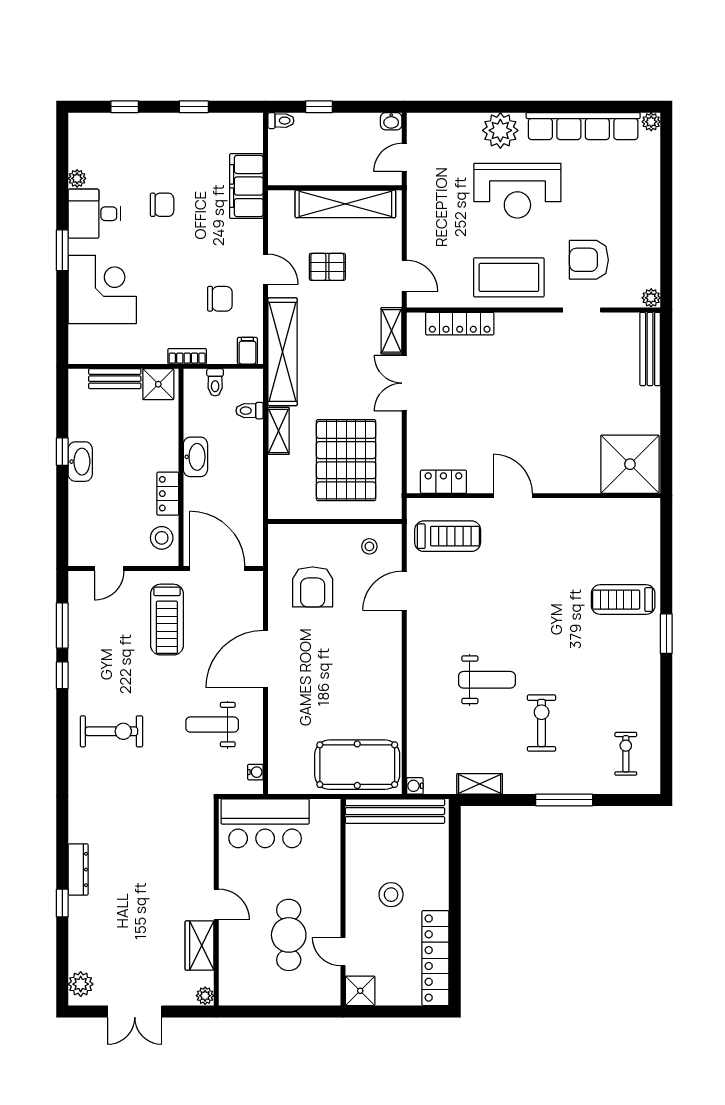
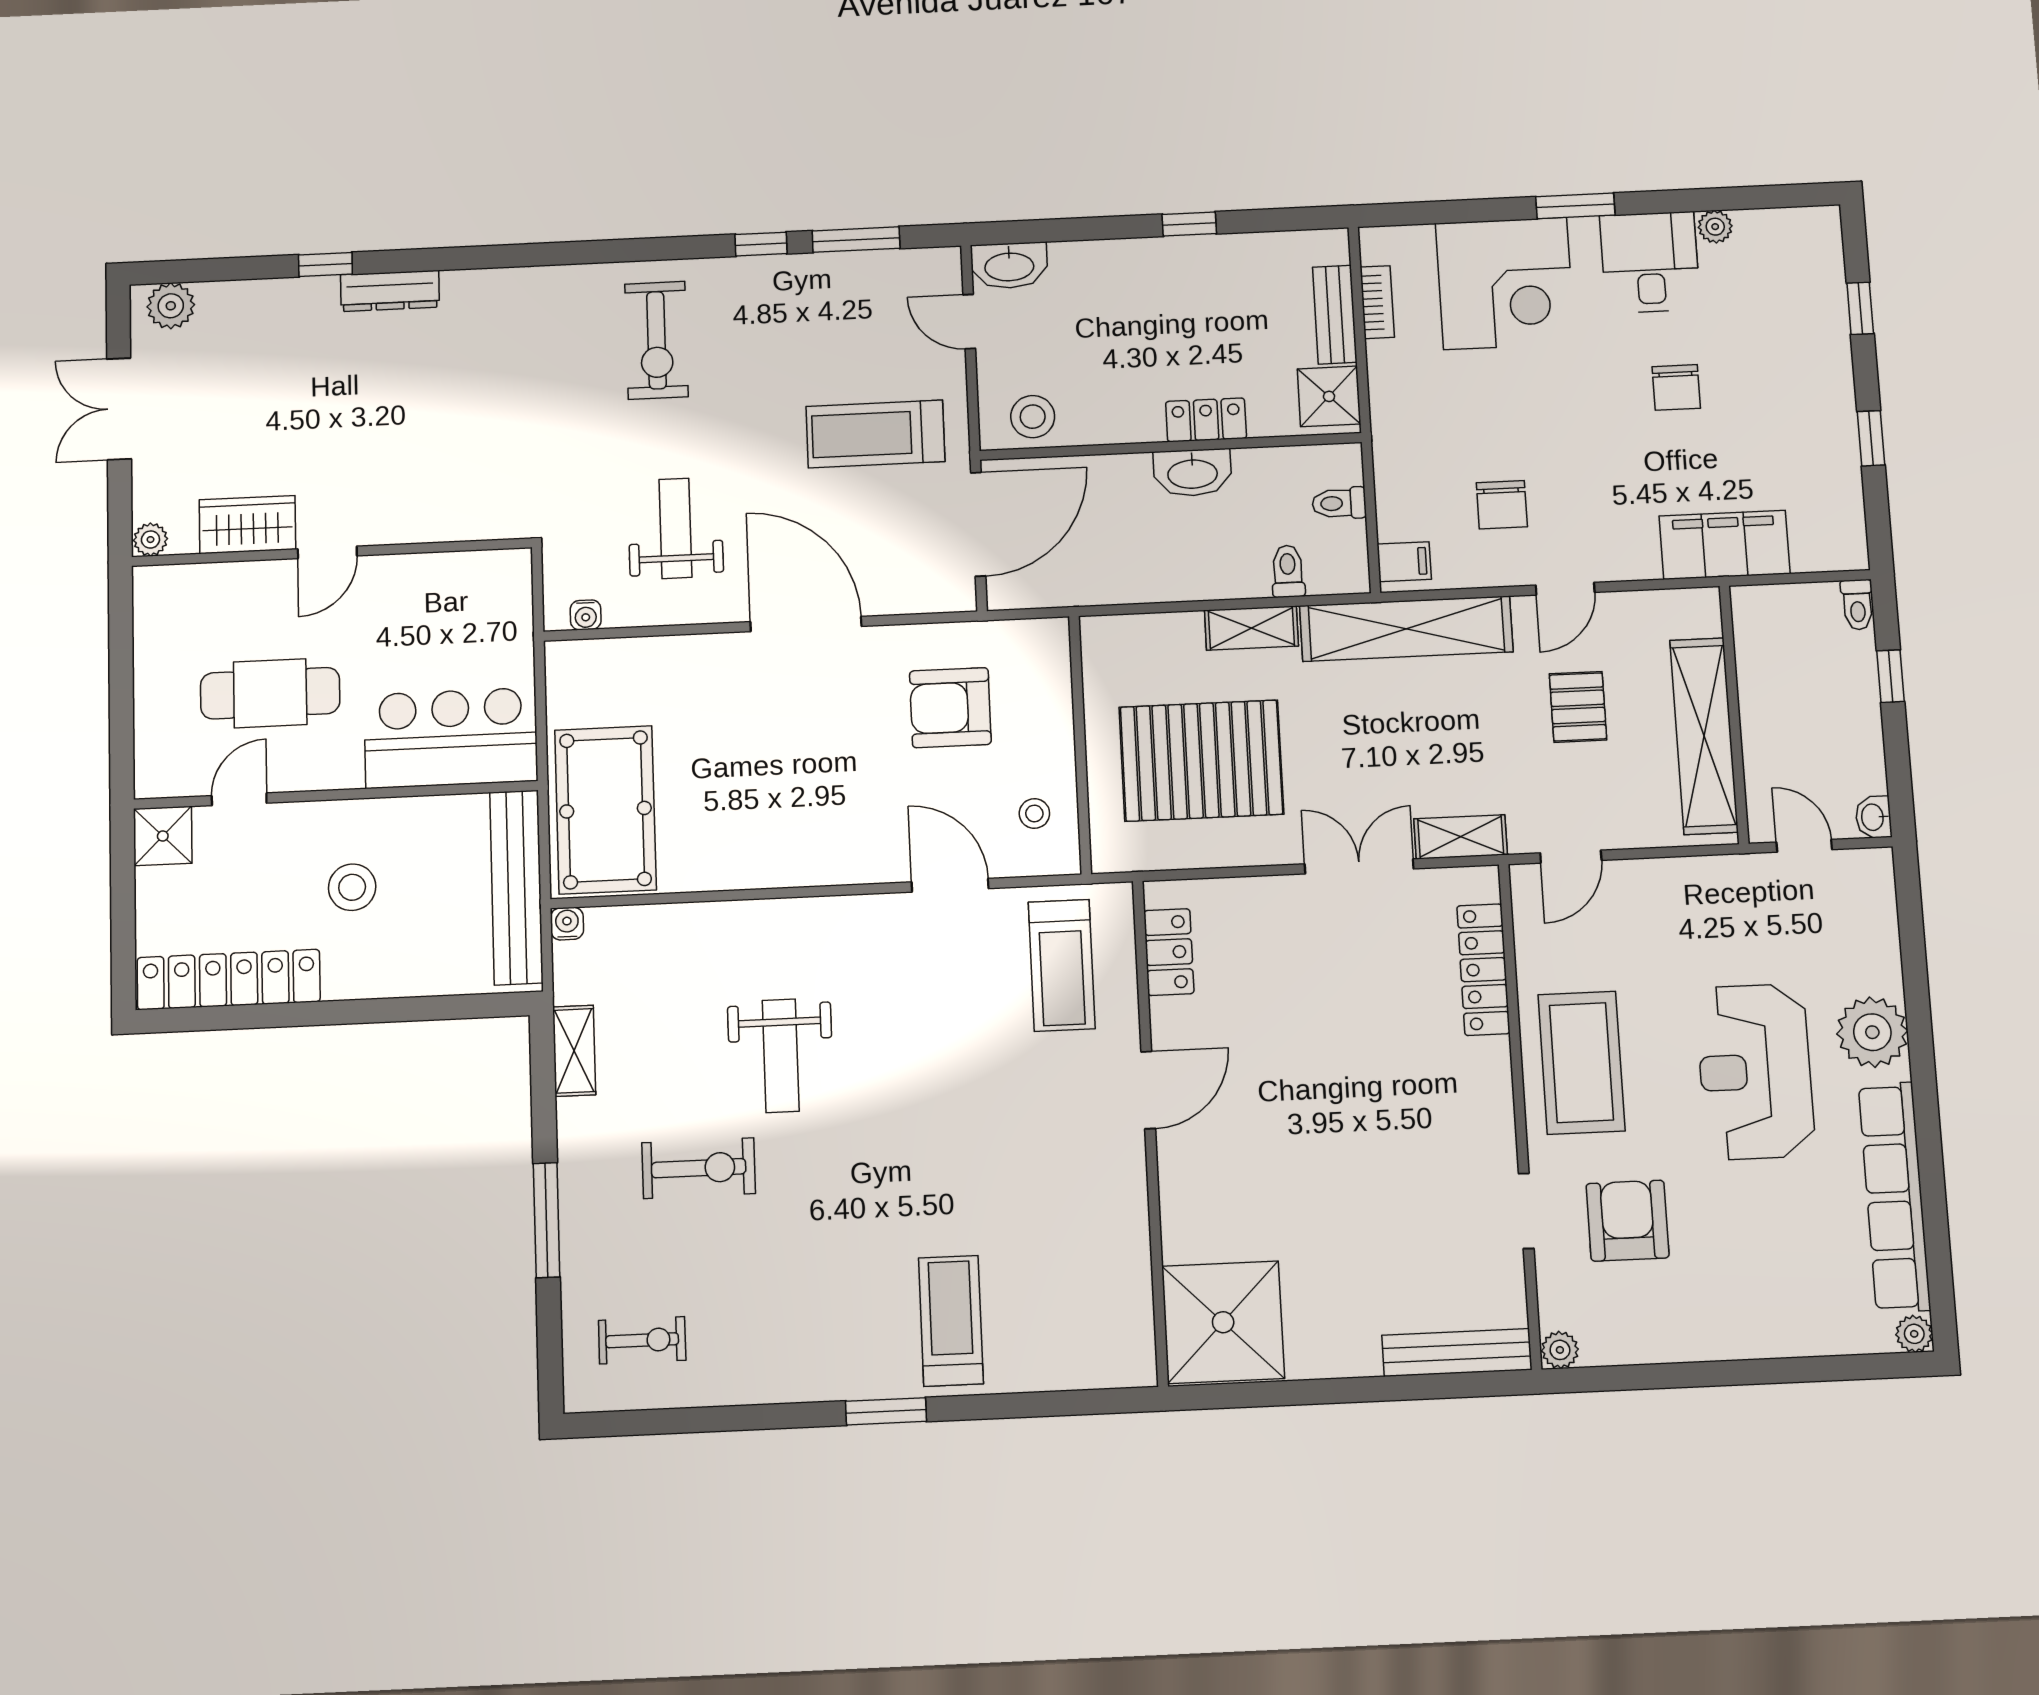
bookcase: (187, 356) -> (1377, 302), moved
washbasin: (80, 462) -> (1009, 266), moved
locker: (168, 494) -> (1206, 420), moved
bar counter: (265, 823) -> (451, 738), moved, turned 90

